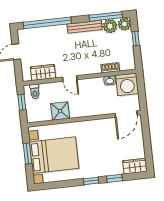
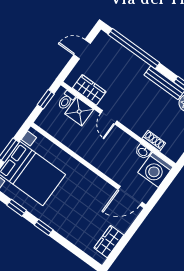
shower: (60, 111) -> (79, 112), moved
wardrobe: (135, 166) -> (109, 242), moved, turned -90
window: (114, 178) -> (17, 208), moved

